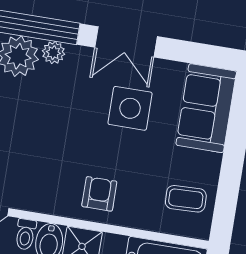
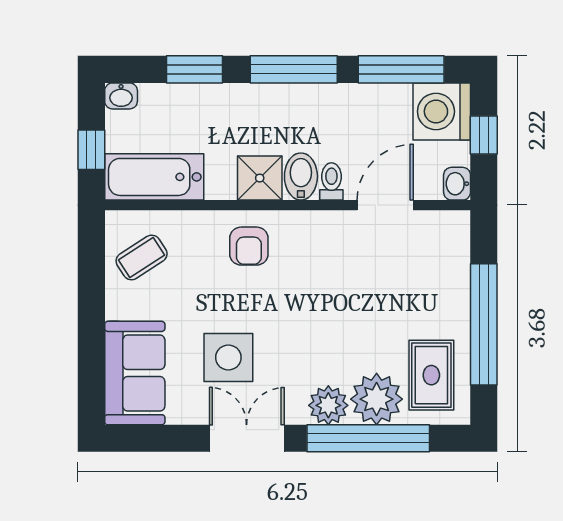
plant: (53, 53) -> (328, 405), width x1.38, depth x1.38
coffee table: (186, 199) -> (142, 257), turned -31

